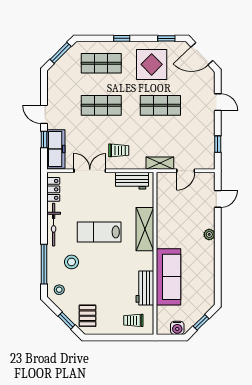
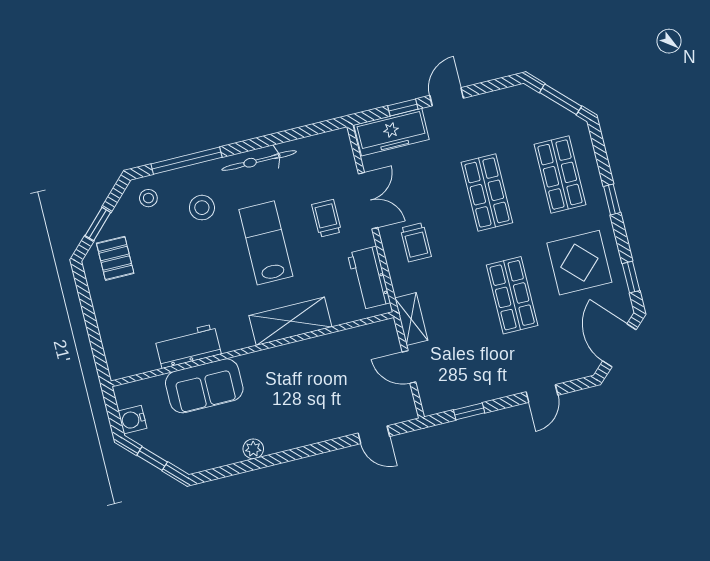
locker: (53, 189) -> (320, 145), removed
plant: (209, 234) -> (253, 449), moved
sofa: (168, 277) -> (204, 386), width x0.73
pallet: (87, 316) -> (115, 258), turned 90
trolley: (133, 320) -> (327, 218), moved

